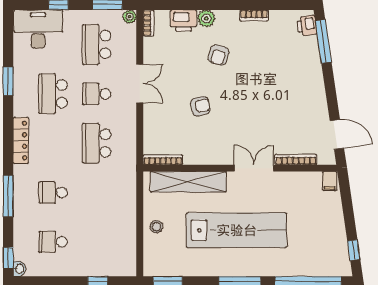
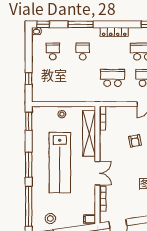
stool: (329, 246) -> (50, 219), added

